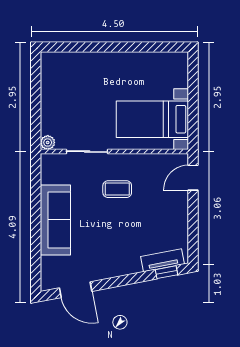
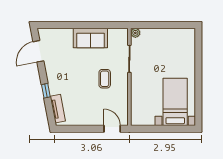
bed with nightstands: (152, 119) -> (175, 102), moved
sofa: (55, 220) -> (90, 38), width x0.73
window: (166, 272) -> (46, 91), moved

